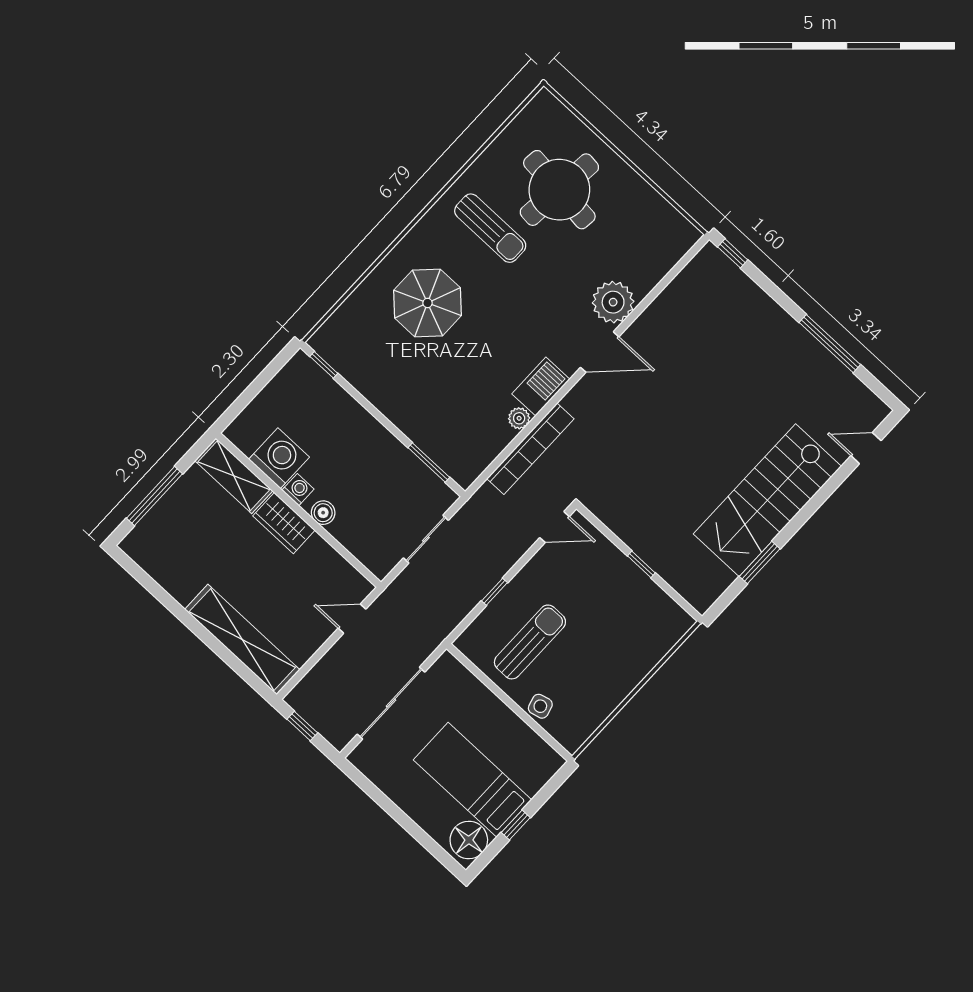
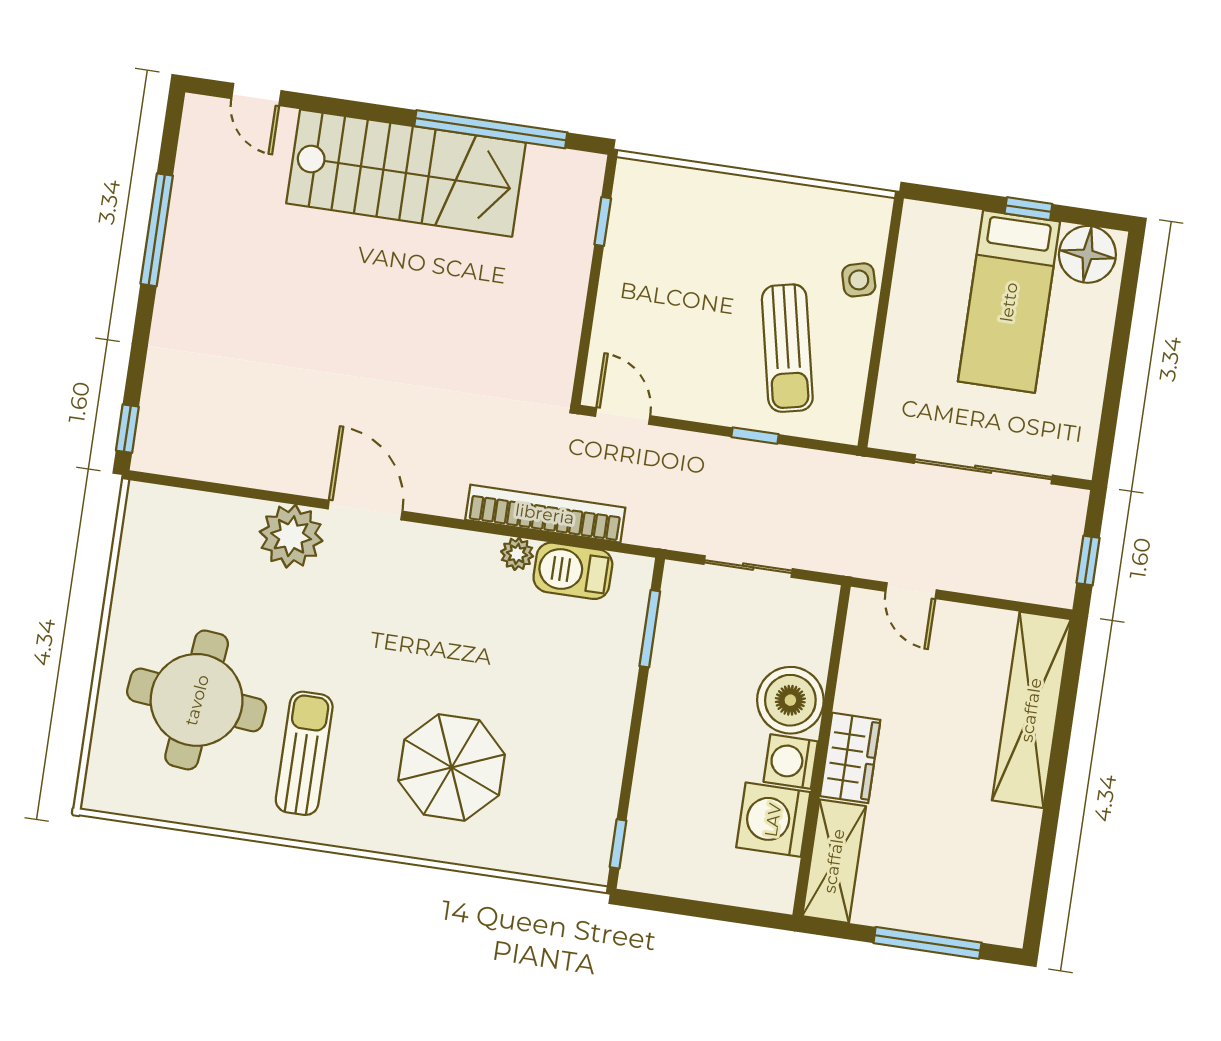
barbecue: (541, 387) -> (573, 571), moved
washing machine: (298, 490) -> (791, 762), width x1.38, depth x1.38
boiler: (323, 513) -> (790, 700), width x1.86, depth x1.86
window: (760, 563) -> (491, 129), width x2.11
window: (641, 564) -> (603, 221), moved
sun lounger: (530, 642) -> (787, 348), turned -102

